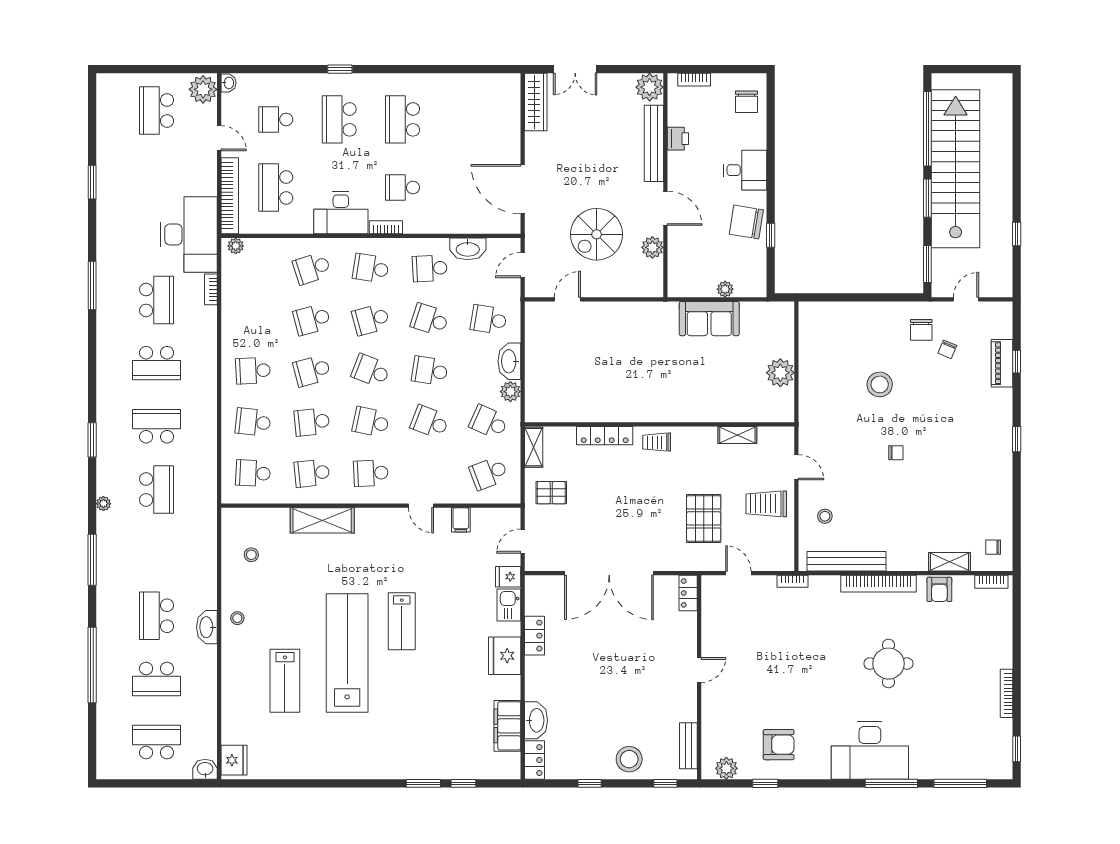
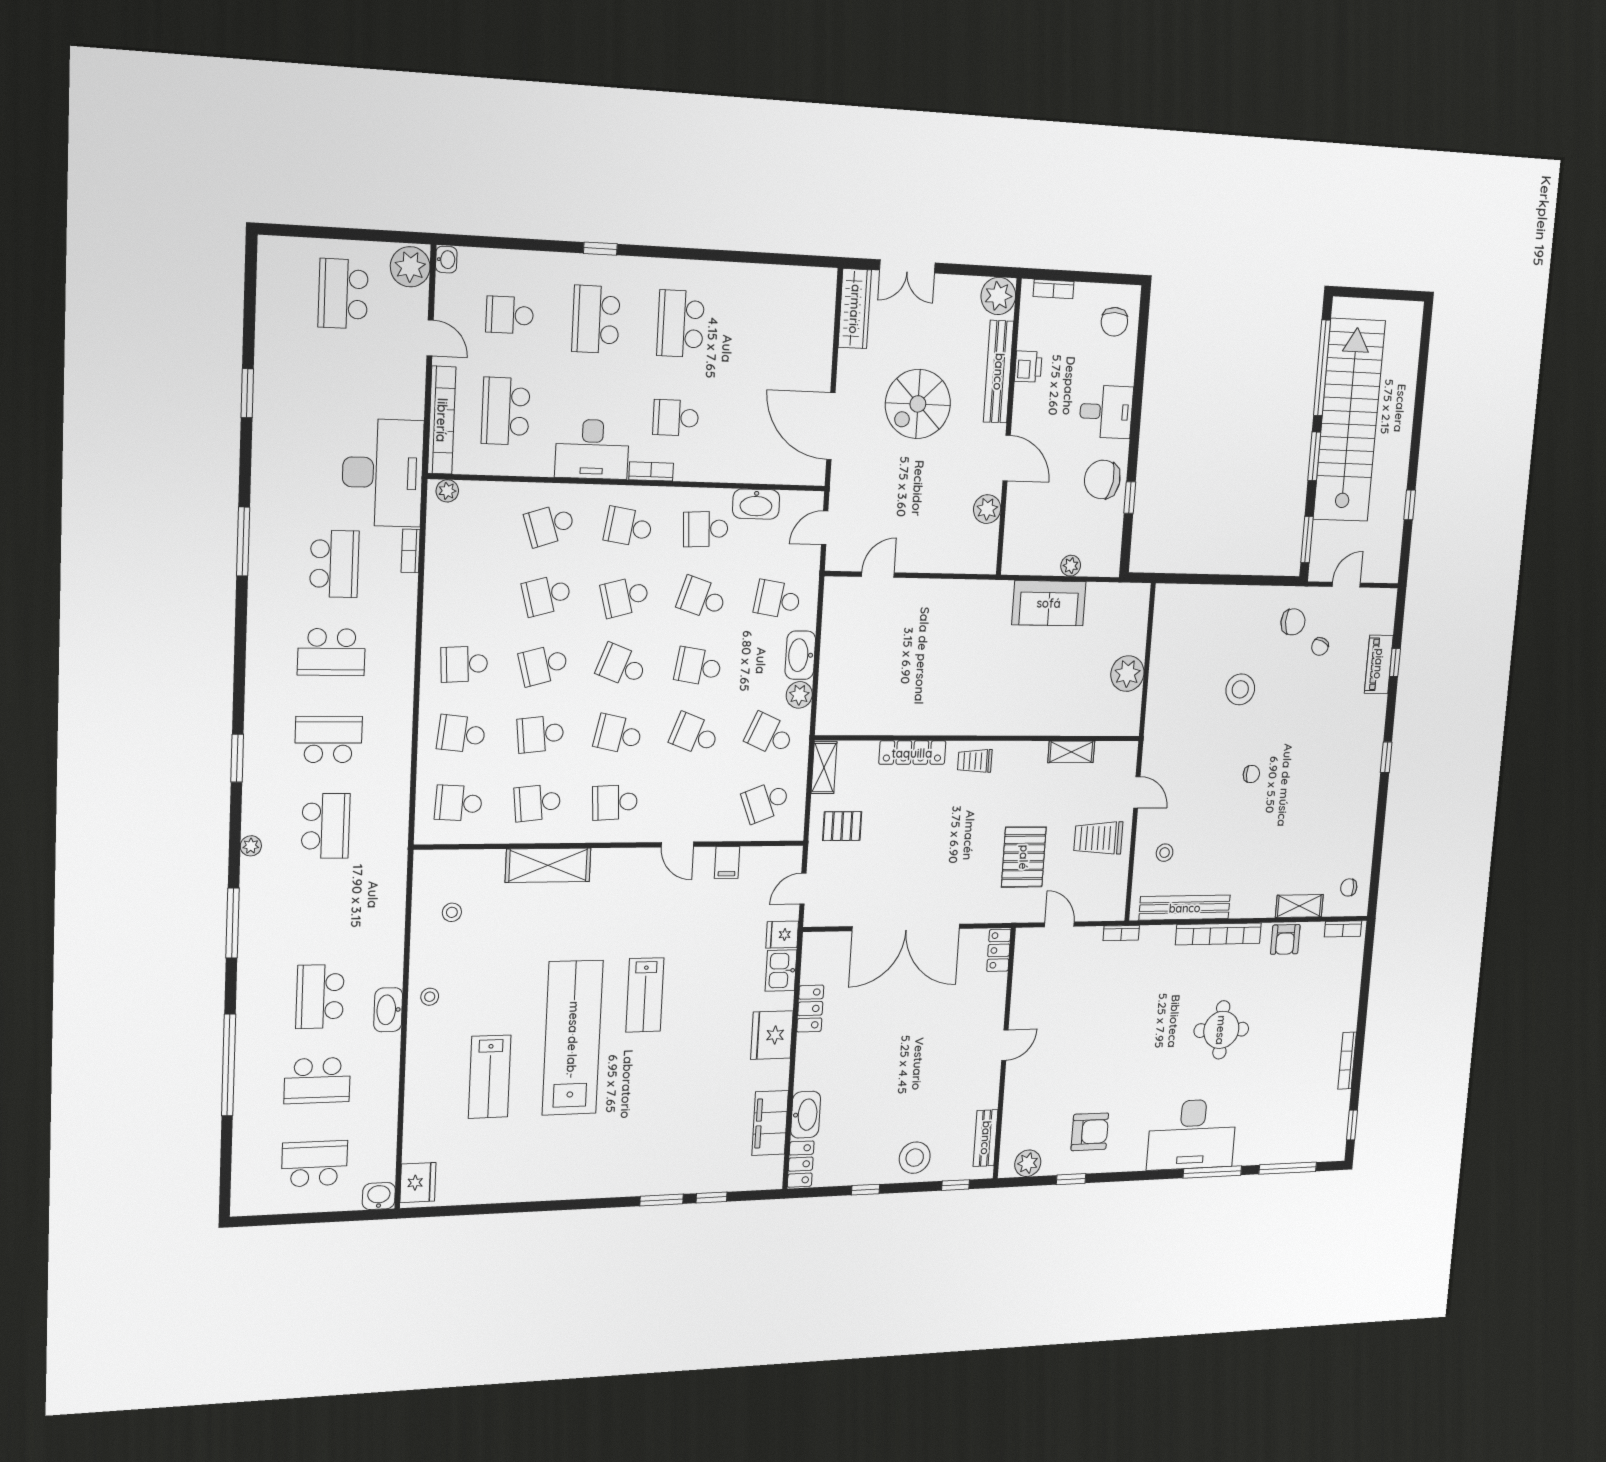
spiral stairs: (597, 234) -> (918, 404), moved
chair: (921, 330) -> (1293, 622), turned -90

